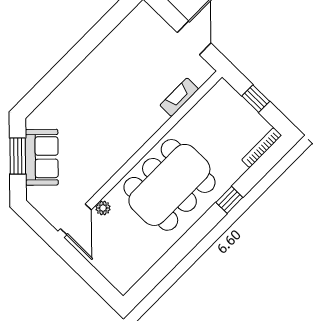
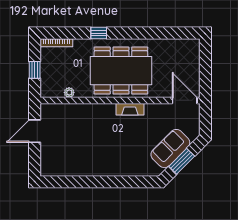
fireplace: (179, 97) -> (130, 109), moved
plant: (103, 208) -> (69, 93), moved
door: (76, 219) -> (185, 100), hinge flipped

